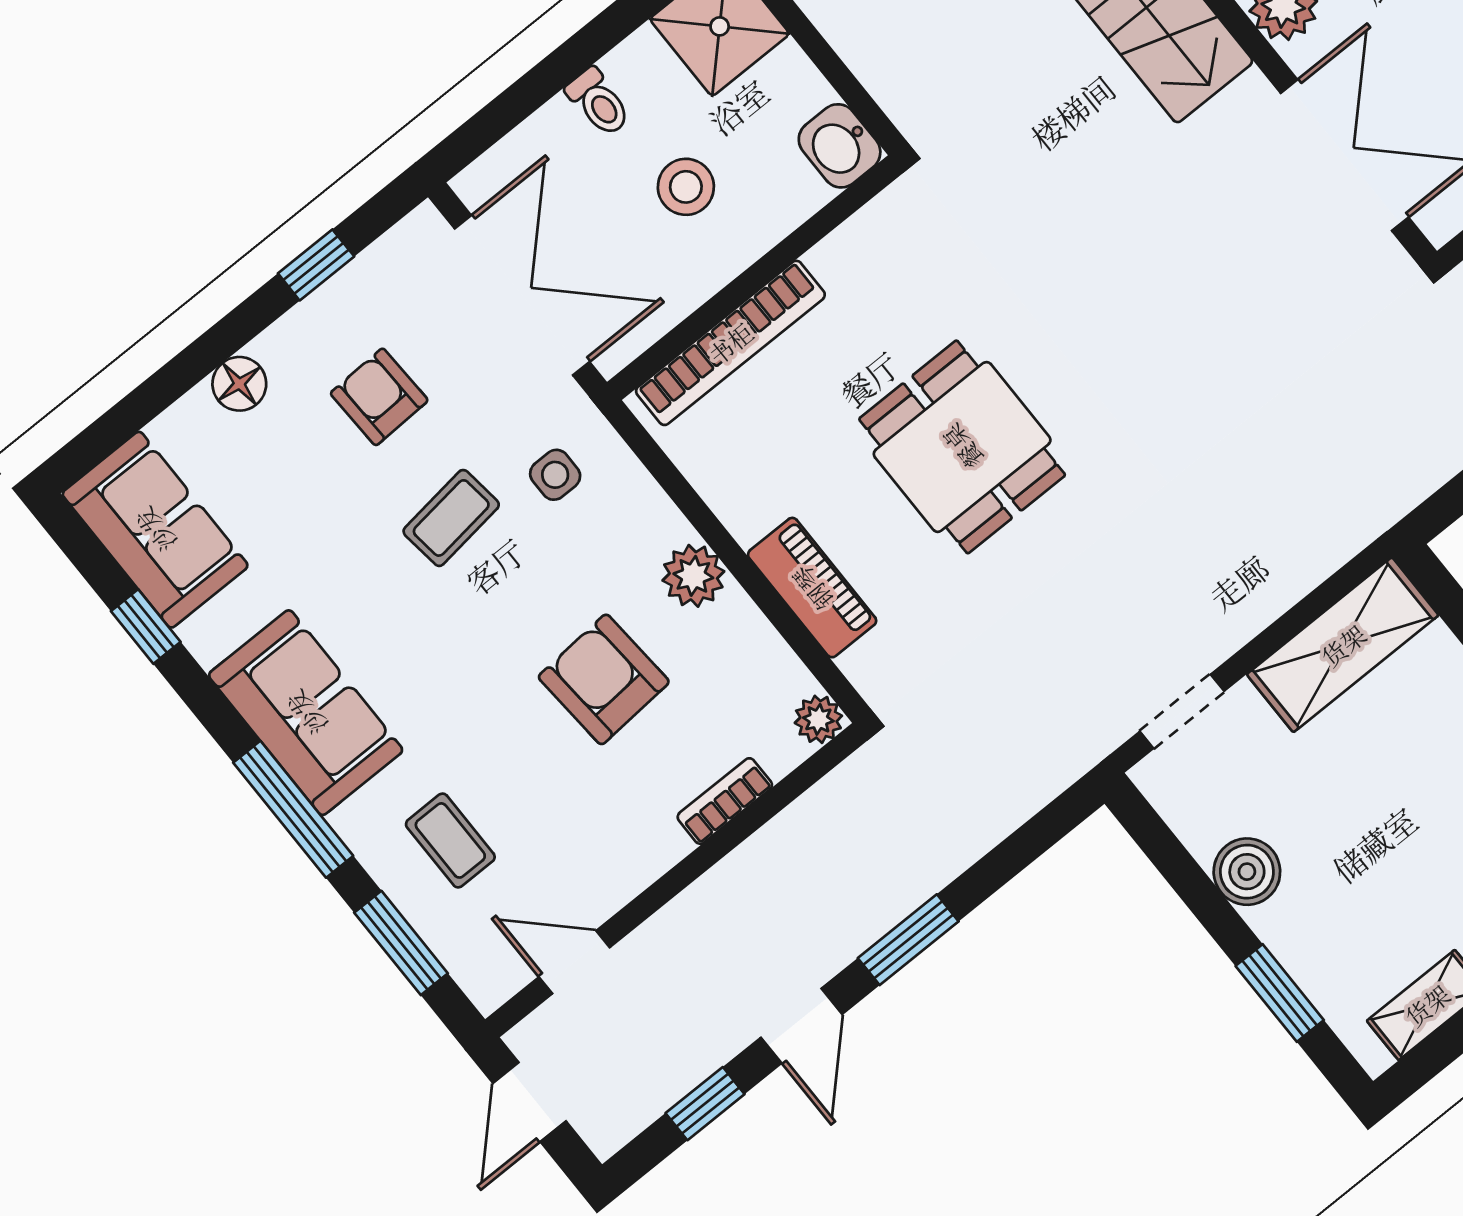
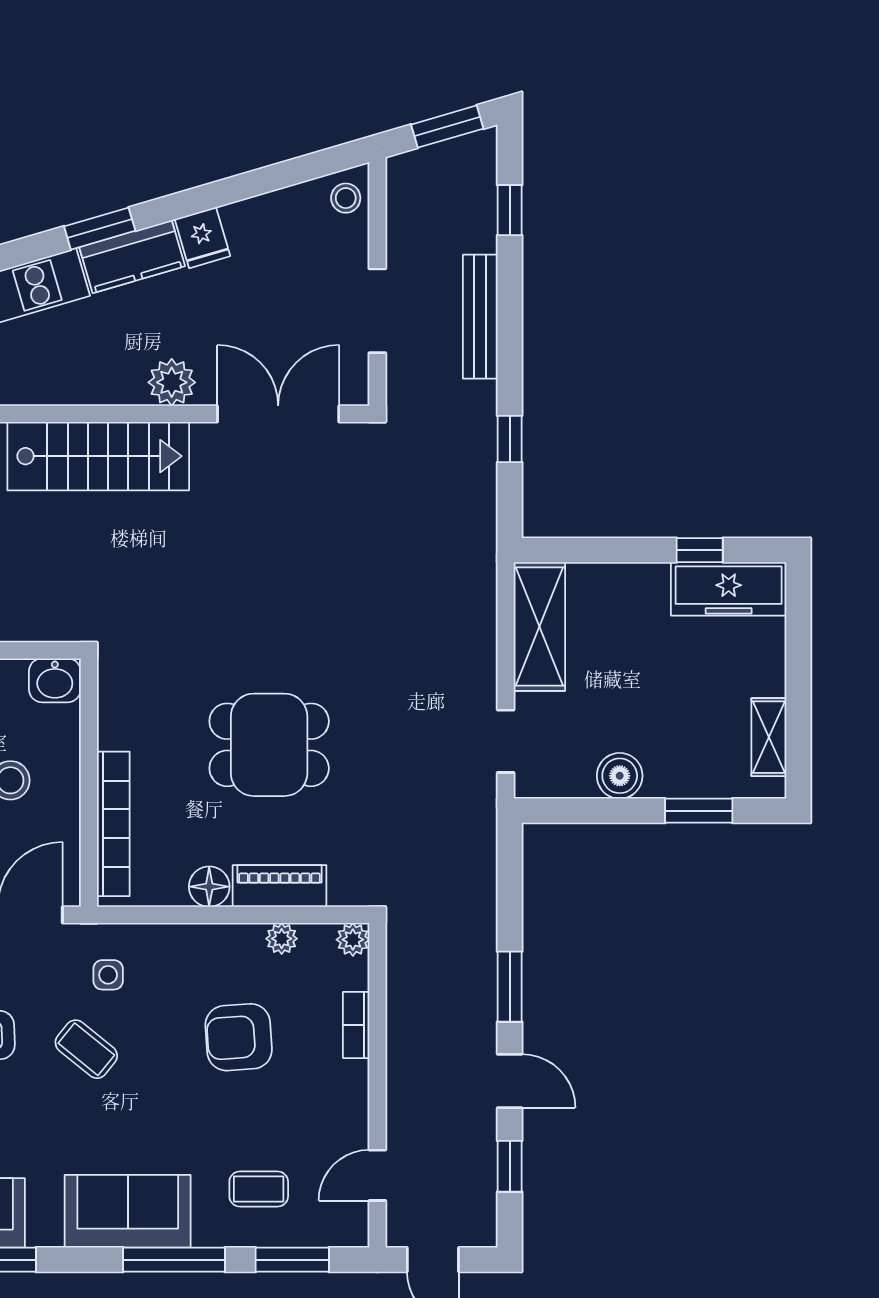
floor lamp: (747, 509) -> (209, 887), added
coffee table: (451, 518) -> (86, 1049), turned -44
plant: (693, 576) -> (282, 939), moved, width x0.73, depth x0.73

